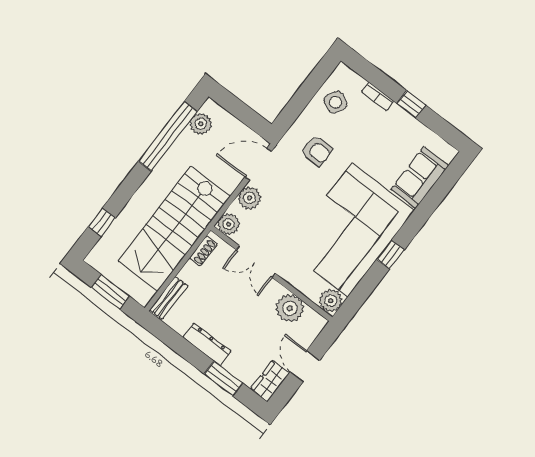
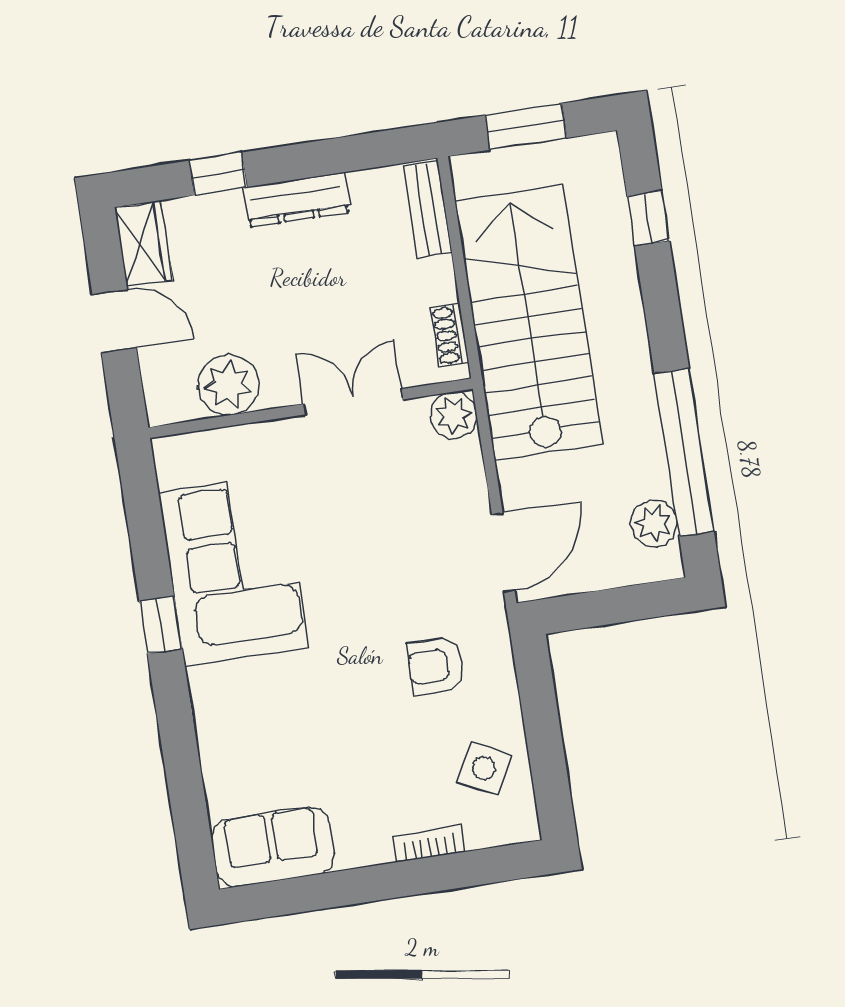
window: (411, 104) -> (366, 885), removed
sofa: (420, 178) -> (273, 847), moved, turned -90
plant: (250, 198) -> (463, 488), removed
corner sofa: (350, 230) -> (234, 570), width x0.73, depth x0.74
plant: (331, 301) -> (178, 461), removed
window: (223, 378) -> (218, 174), width x0.67

